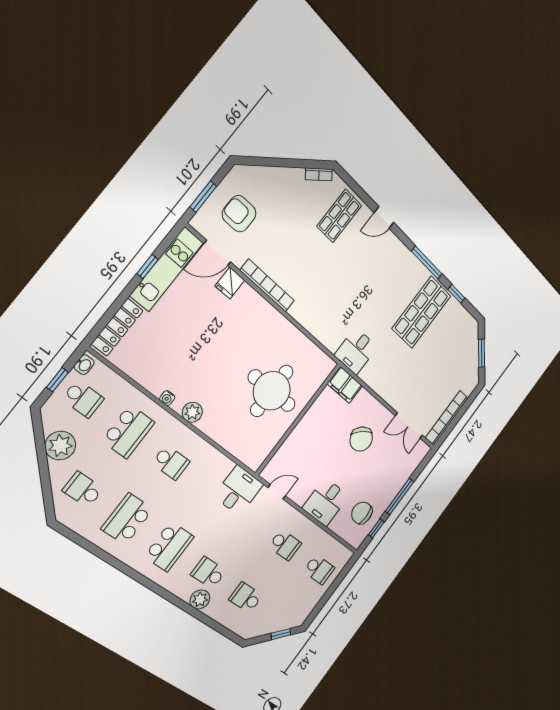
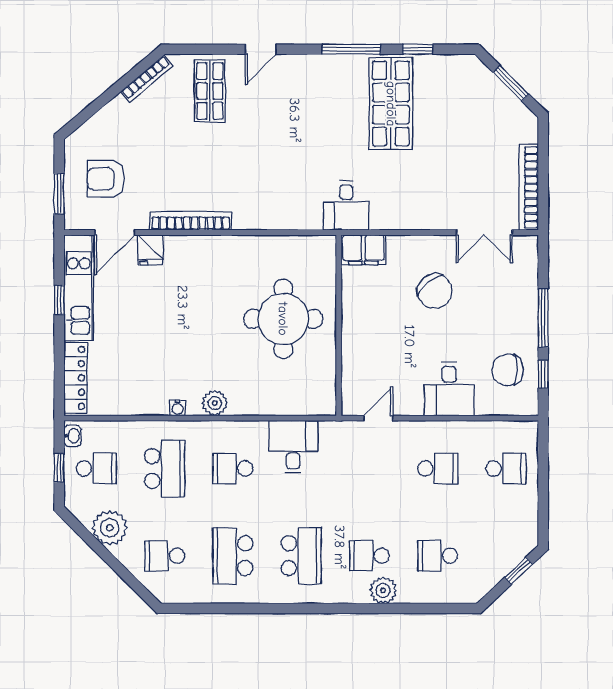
bookcase: (319, 174) -> (147, 79), width x1.56
school desk: (171, 462) -> (233, 468), turned 180
desk: (238, 490) -> (293, 447), moved

